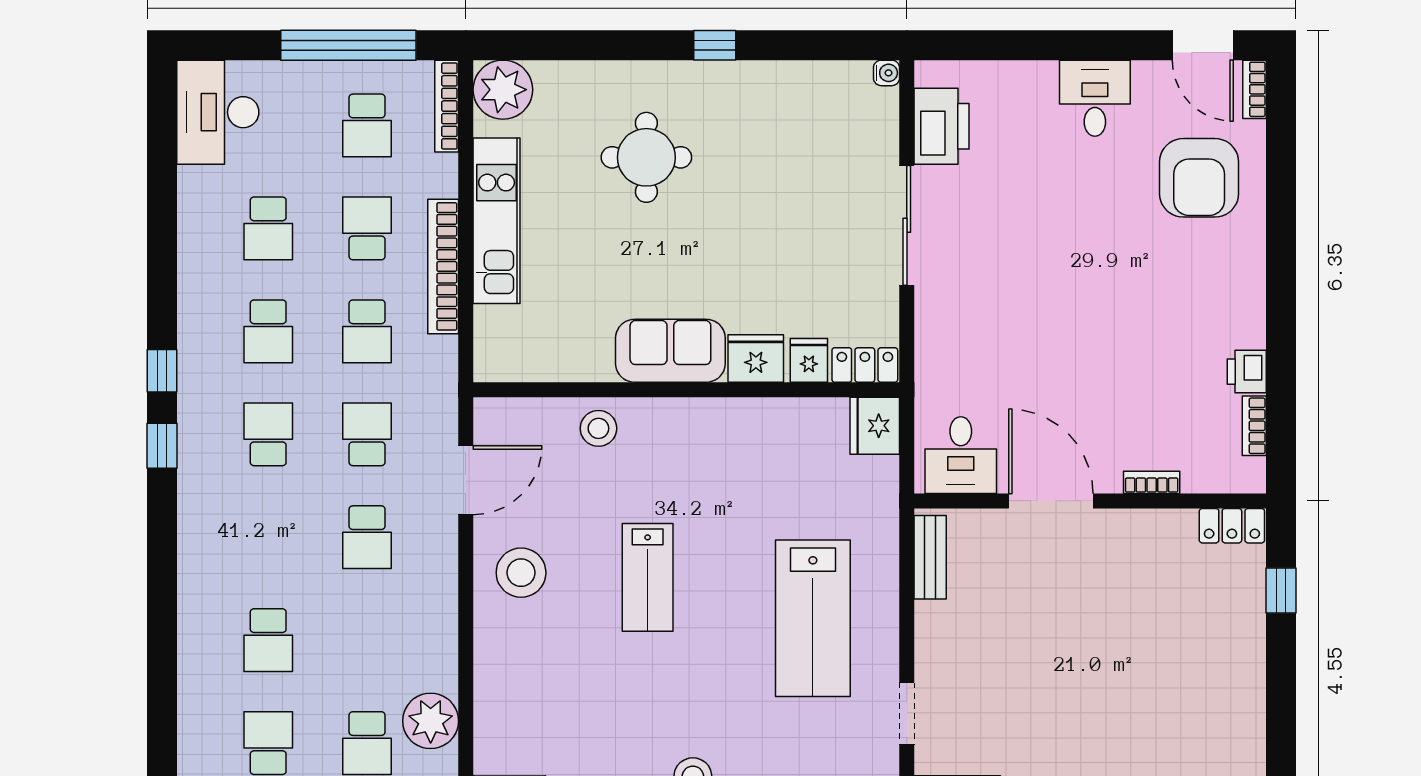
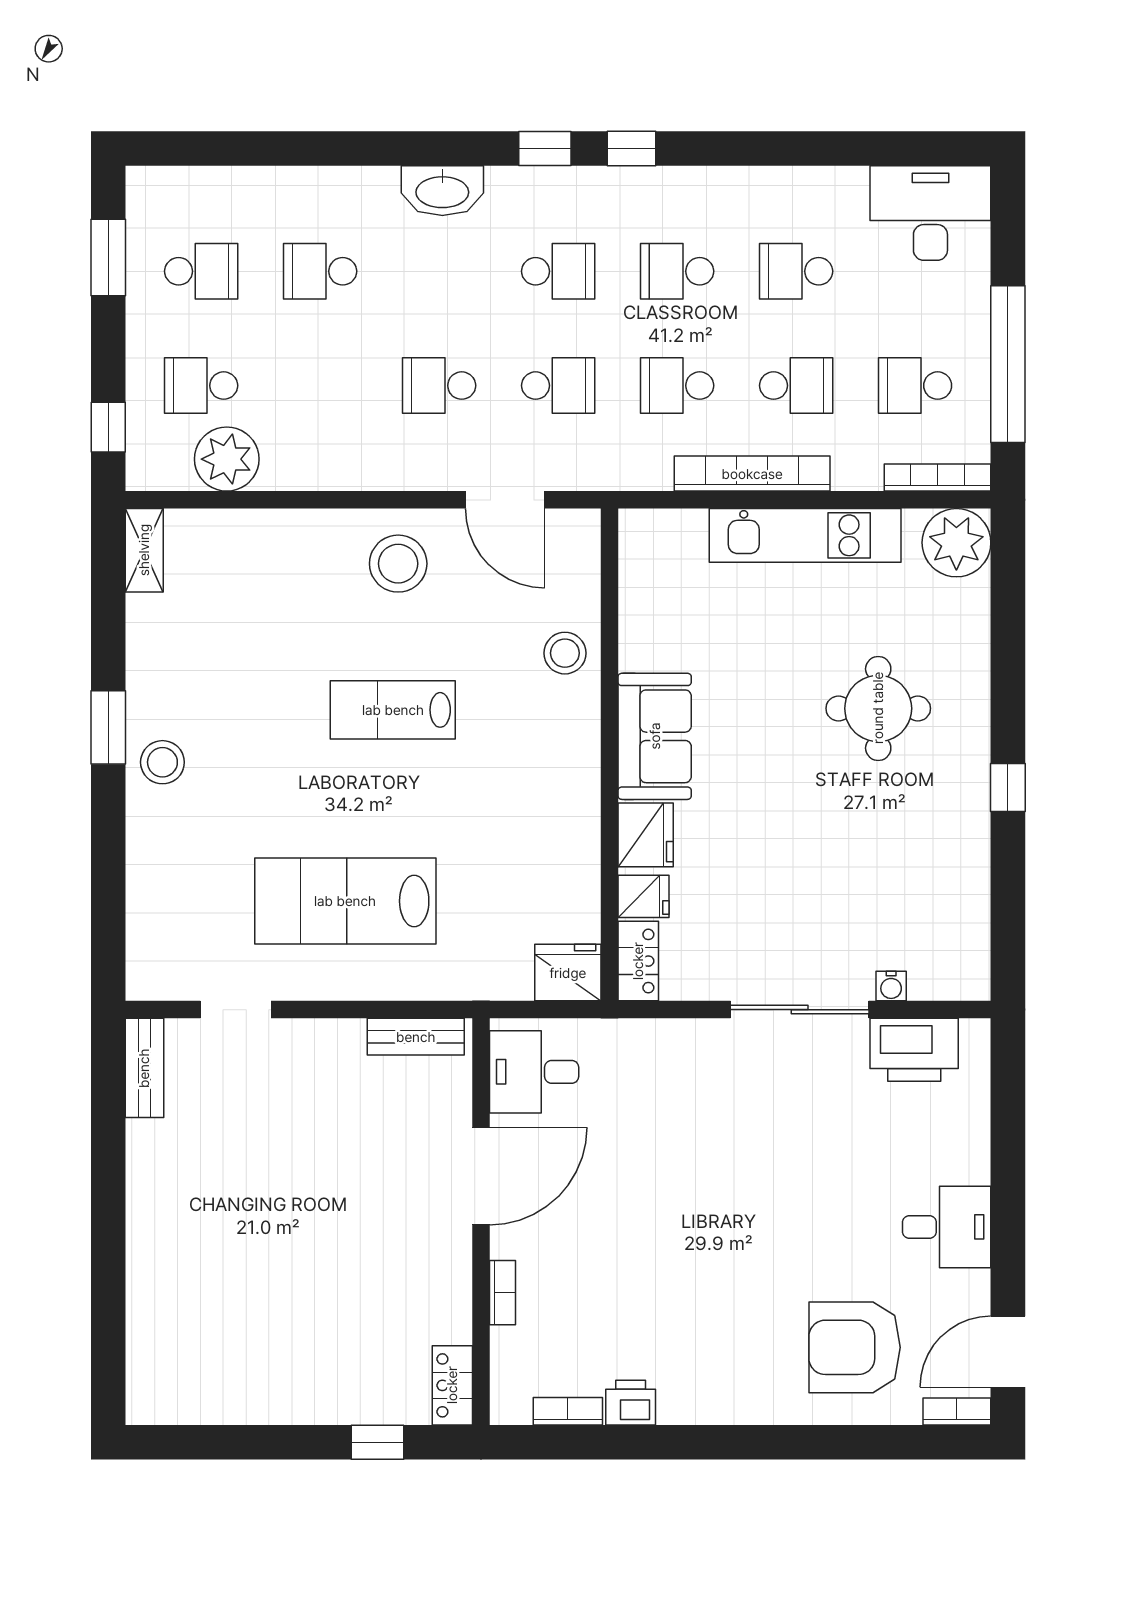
water cooler: (886, 73) -> (891, 986), moved
washbasin: (198, 534) -> (442, 191), added

